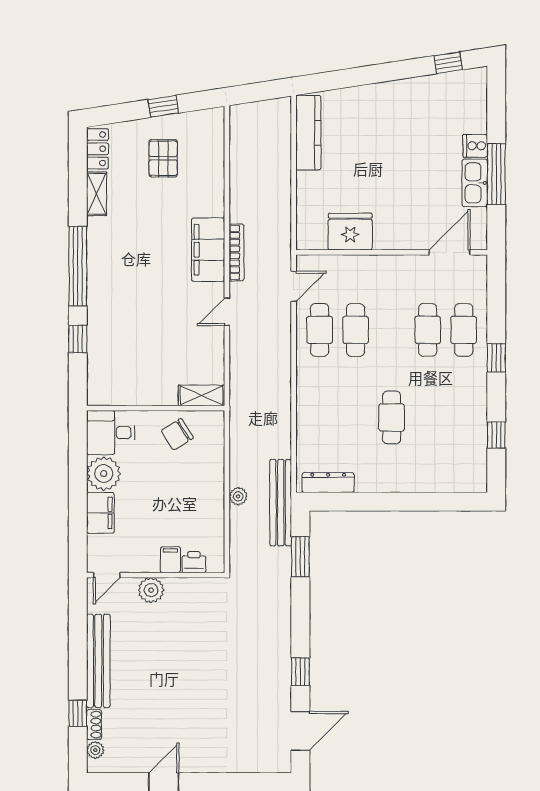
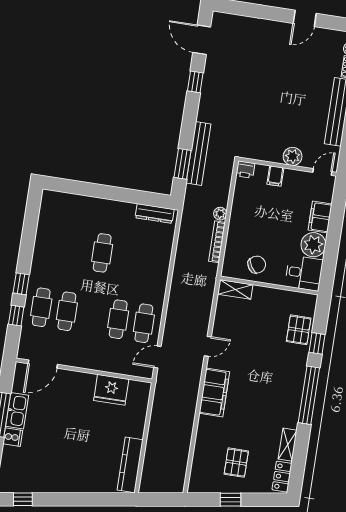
bookcase: (236, 252) -> (217, 242), moved
pallet: (106, 354) -> (299, 330), added
window: (496, 435) -> (16, 316), moved
bench: (281, 503) -> (198, 153), moved
printer: (194, 562) -> (245, 170), moved
door: (300, 731) -> (202, 40), hinge flipped

